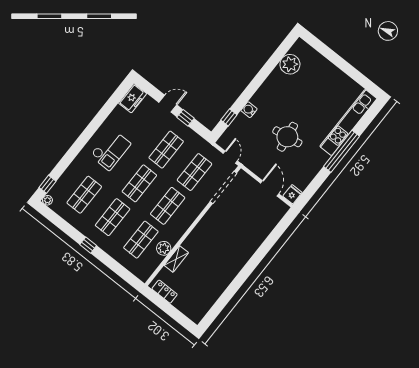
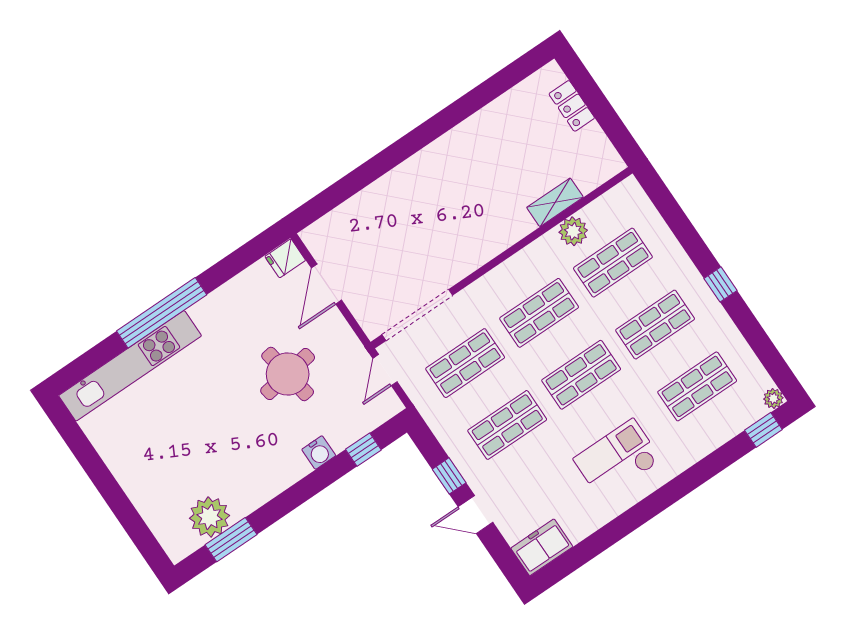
window: (277, 57) -> (231, 540), added
round table: (287, 137) -> (288, 374), moved
locker: (165, 292) -> (572, 106), moved

